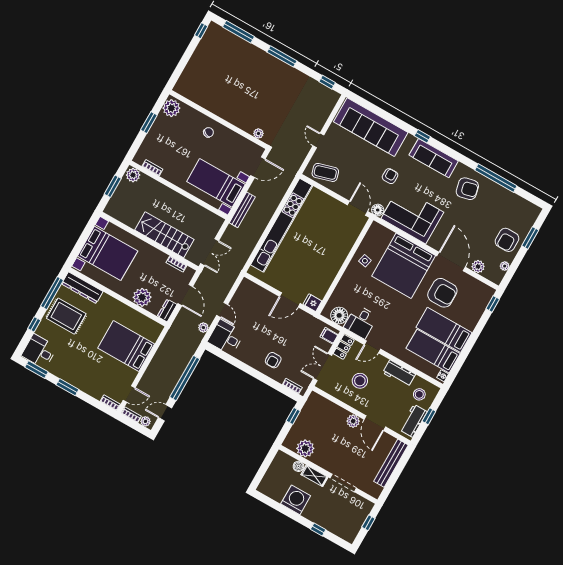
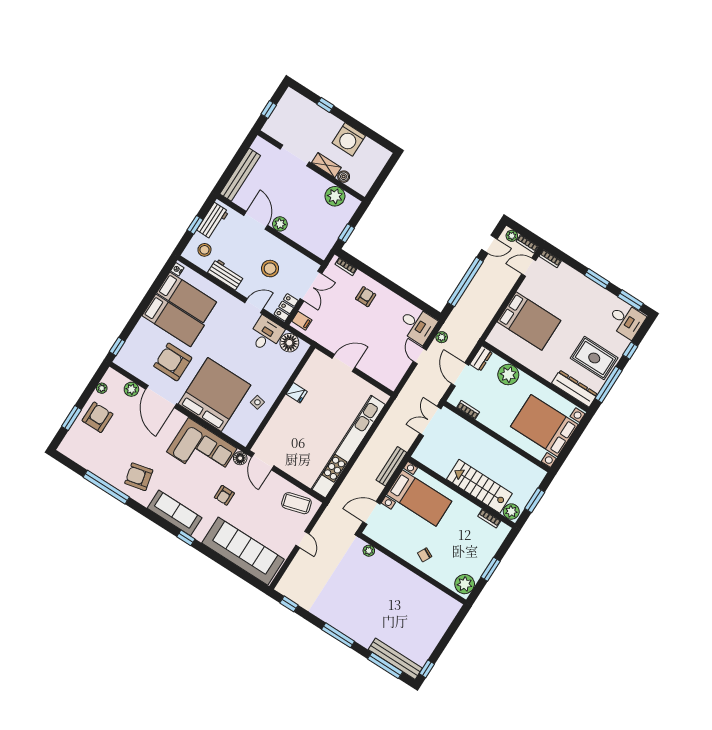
bench: (230, 38) -> (395, 659), added
stairs: (164, 235) -> (479, 486), moved, turned 180
fridge: (312, 303) -> (297, 393), moved

